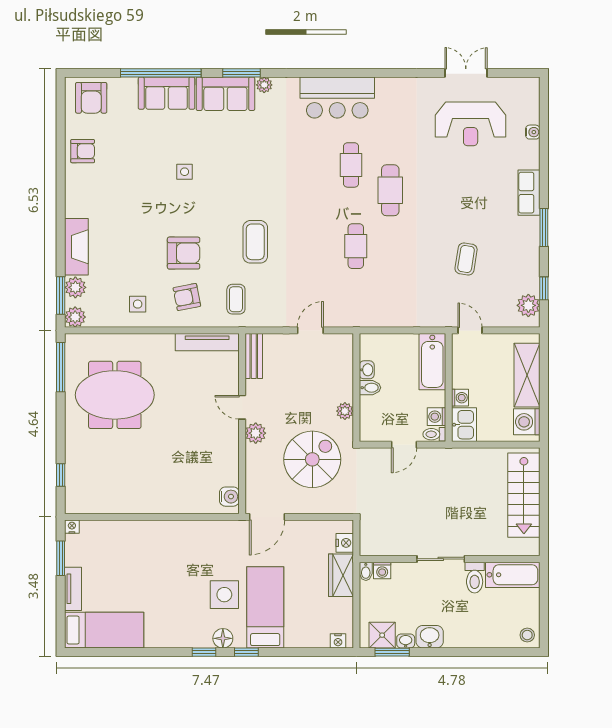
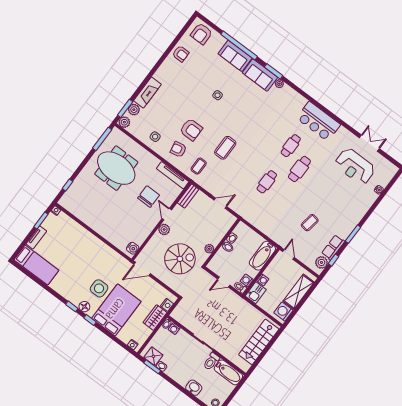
bar counter: (337, 98) -> (318, 121), moved
row of seats: (529, 193) -> (333, 247), moved
chair: (195, 401) -> (149, 197), added
bed: (265, 607) -> (116, 310), width x1.50
washbasin: (430, 637) -> (194, 388), moved

